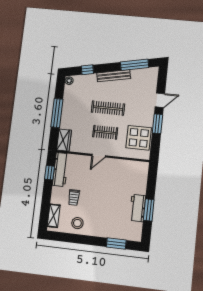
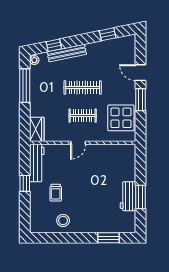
window: (135, 65) -> (108, 34), width x0.46
bench: (114, 76) -> (67, 53), moved
door: (160, 100) -> (140, 73), swing flipped
window: (57, 113) -> (25, 86), moved
window: (50, 173) -> (25, 183), moved
shelving: (54, 216) -> (35, 215), removed

